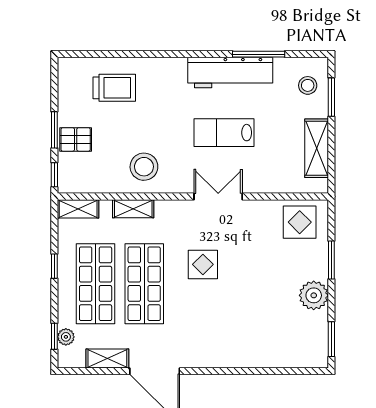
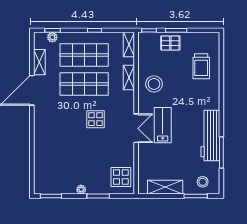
lab bench: (224, 133) -> (163, 125), moved
pallet: (76, 139) -> (170, 43), turned 90
plant: (314, 295) -> (81, 190), width x0.53, depth x0.53

